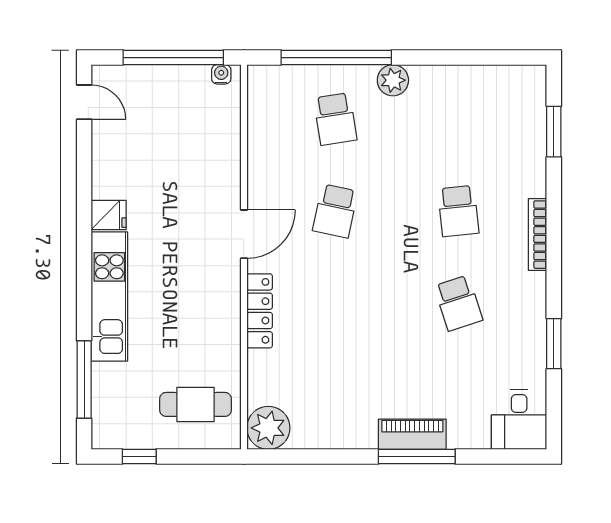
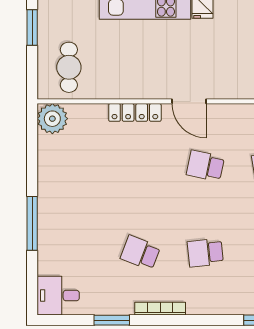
bookcase: (538, 235) -> (160, 309), moved
school desk: (458, 303) -> (140, 253), turned 39
piano: (412, 434) -> (48, 220), removed
window: (139, 457) -> (32, 28), width x1.50

